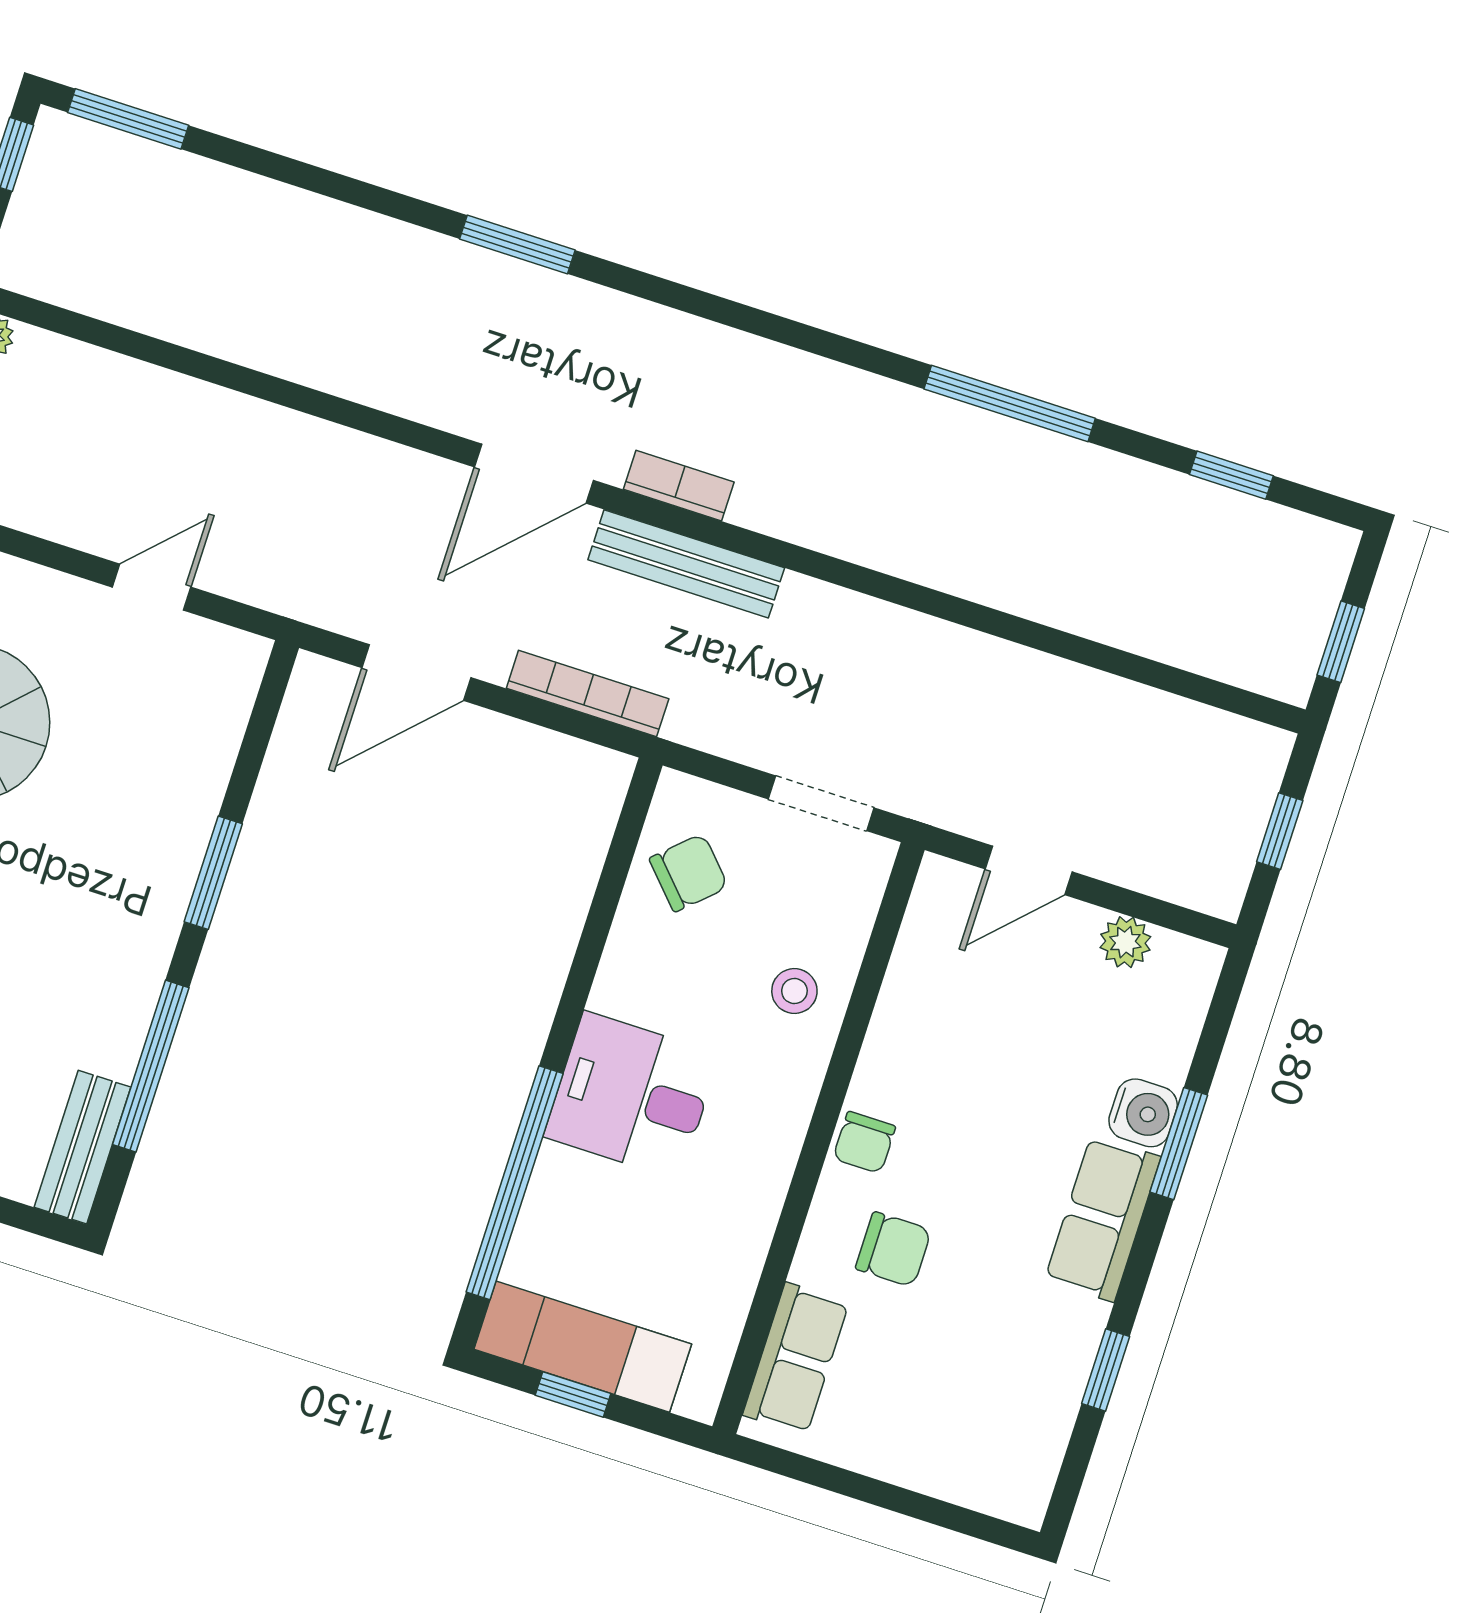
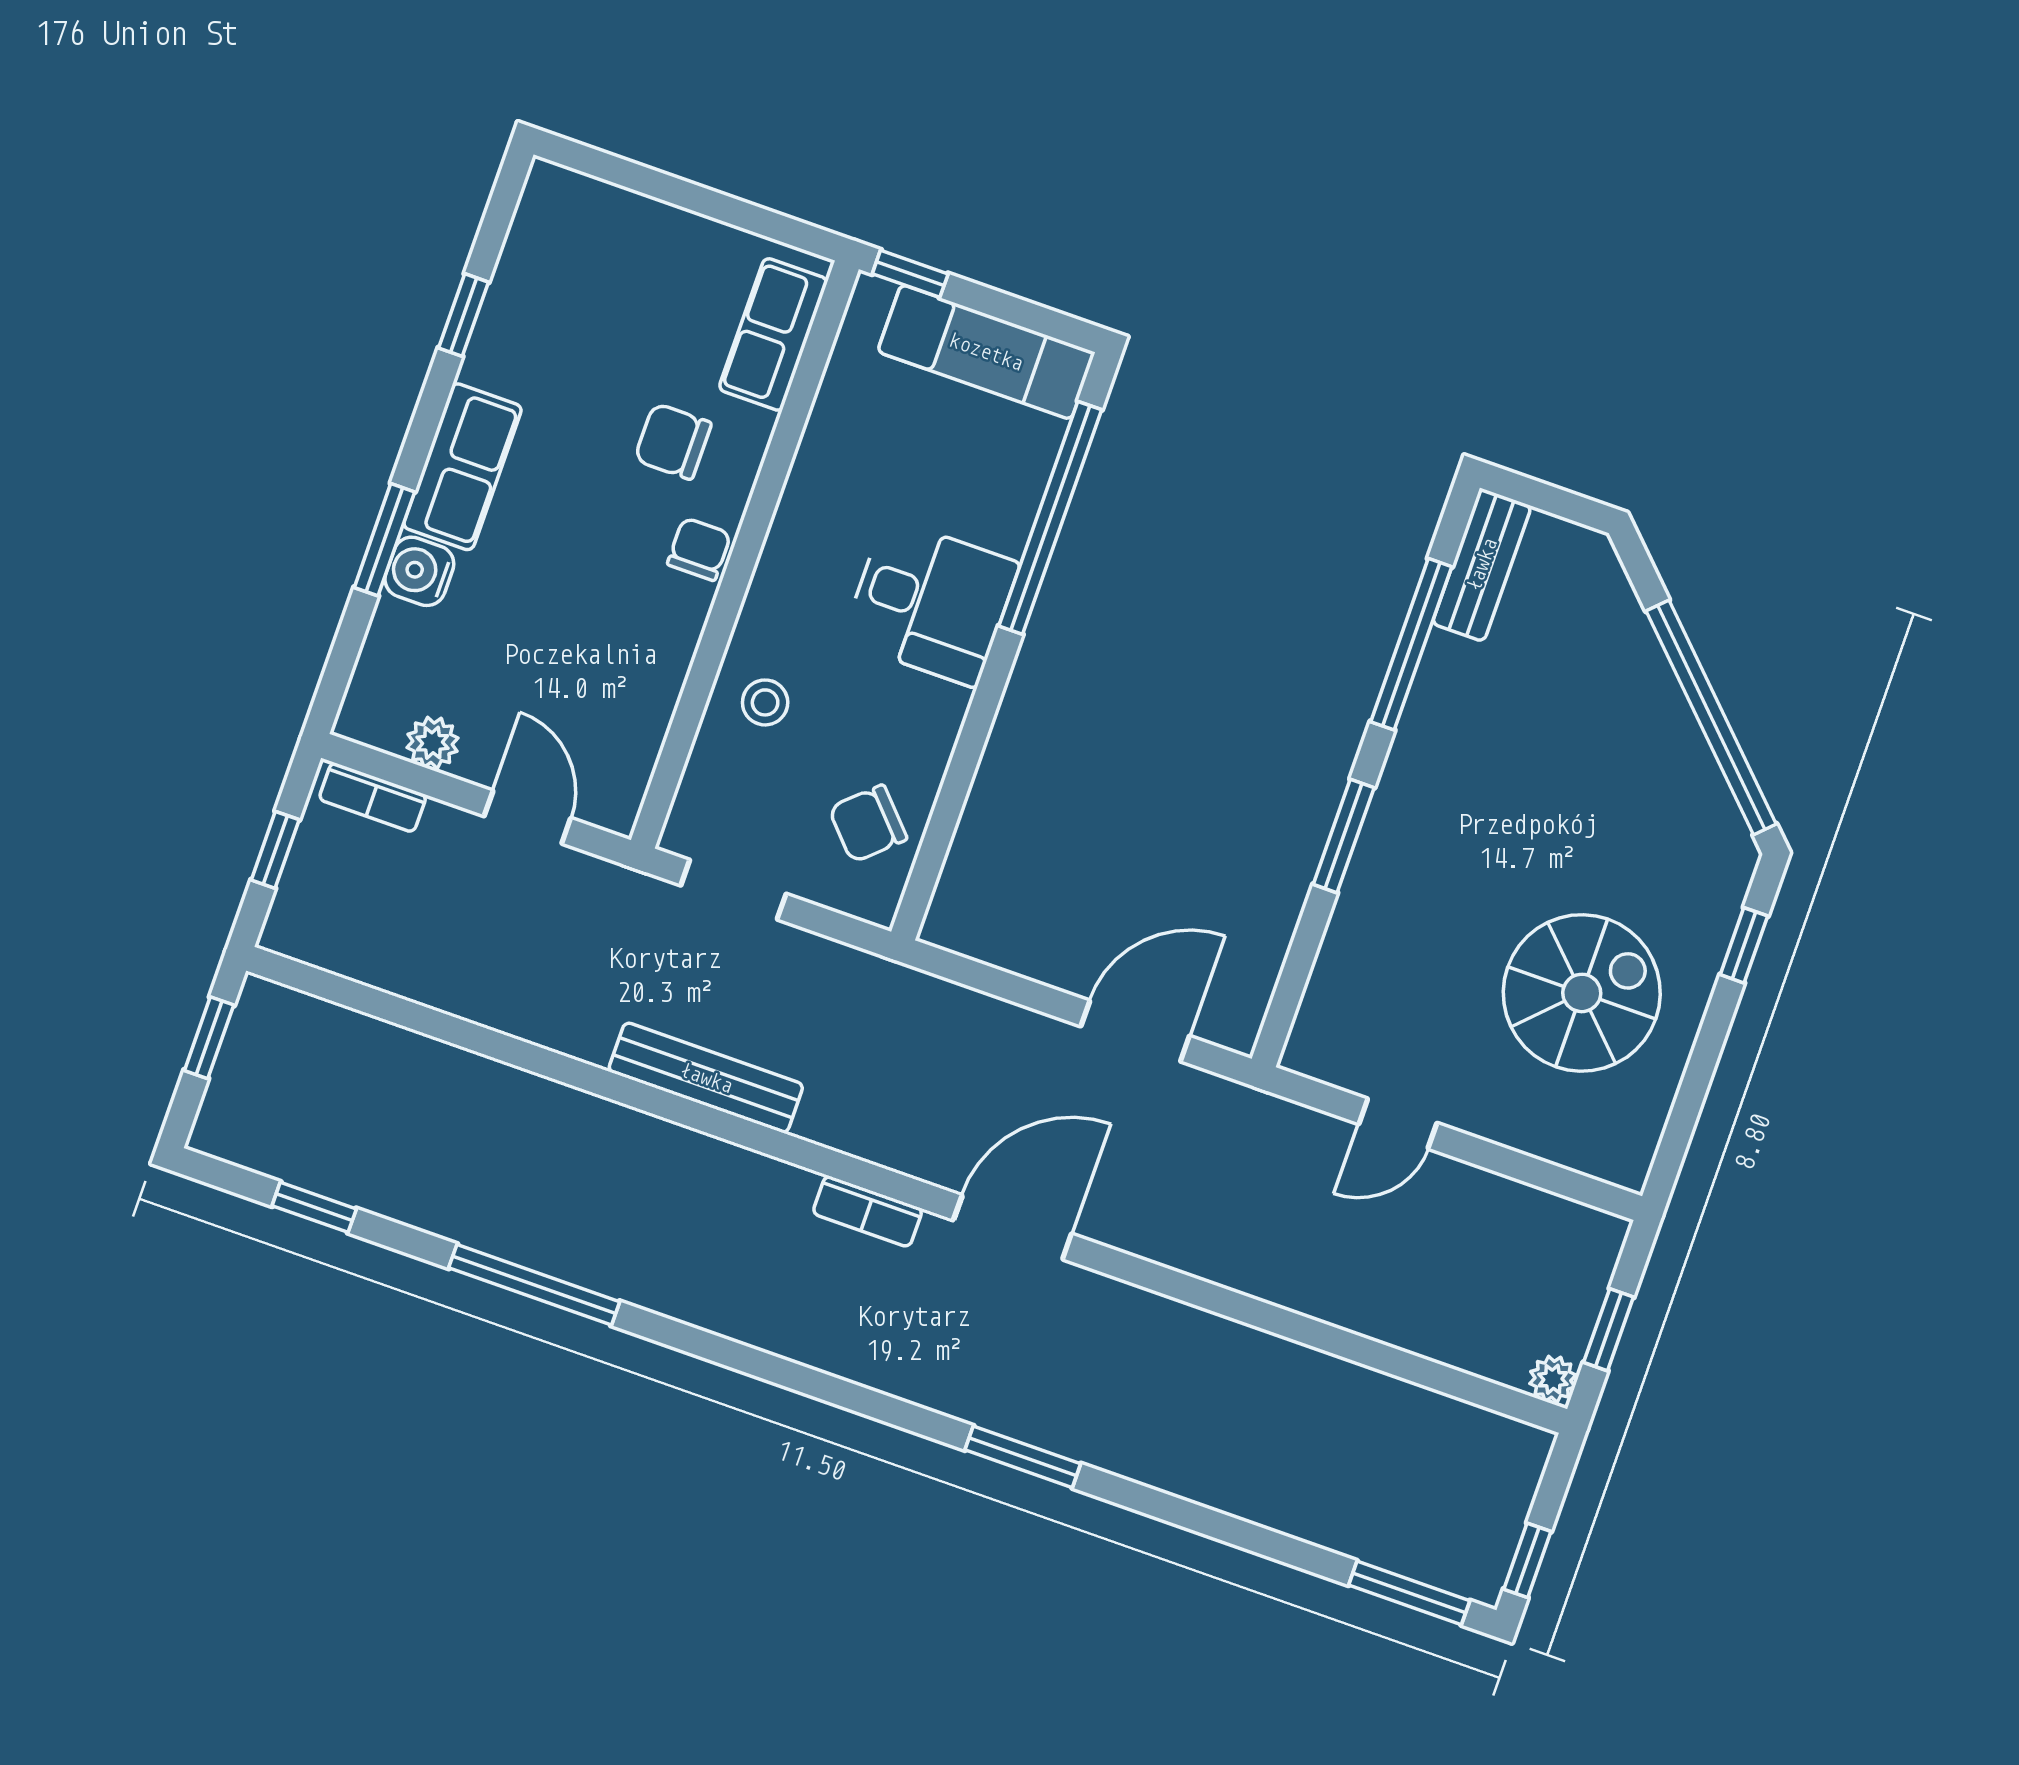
bench: (686, 564) -> (706, 1078), moved
bookcase: (588, 694) -> (373, 797), moved, width x0.64
door: (1029, 870) -> (527, 817), hinge flipped
window: (573, 1394) -> (910, 274), moved

